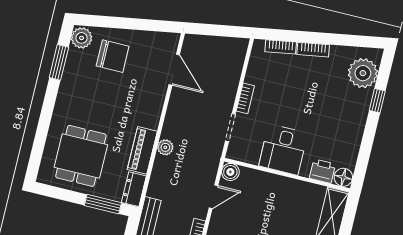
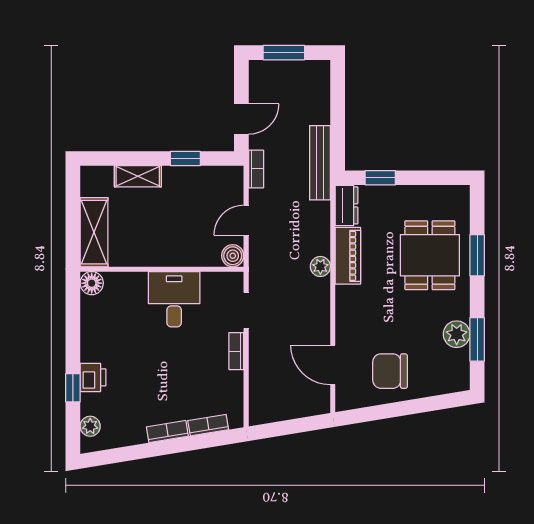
plant: (82, 38) -> (457, 334), moved
chair: (113, 56) -> (390, 371), moved
plant: (363, 73) -> (90, 426), width x0.53, depth x0.53
window: (43, 127) -> (477, 255), added
dining table: (81, 156) -> (430, 255), moved
printer: (322, 171) -> (93, 377), moved, turned -90
window: (103, 204) -> (380, 178), width x0.67

